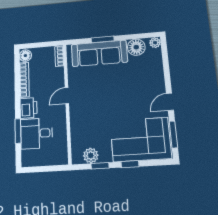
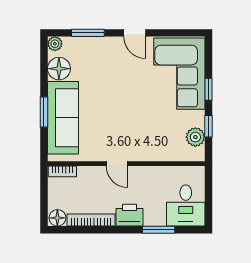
desk: (36, 133) -> (186, 205), moved
window: (173, 134) -> (88, 33), moved

